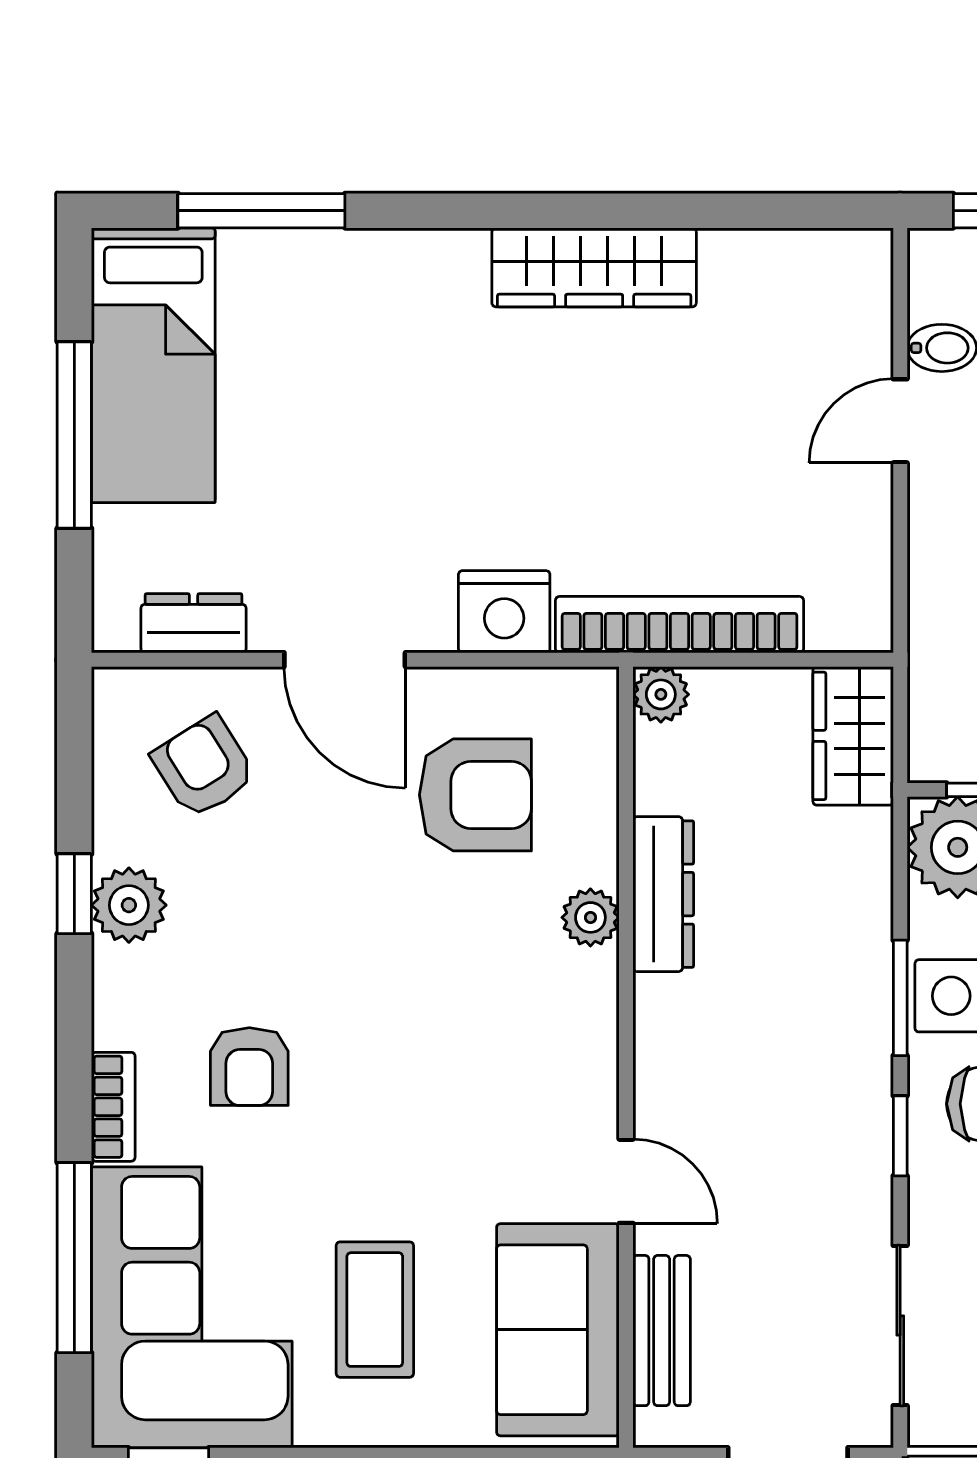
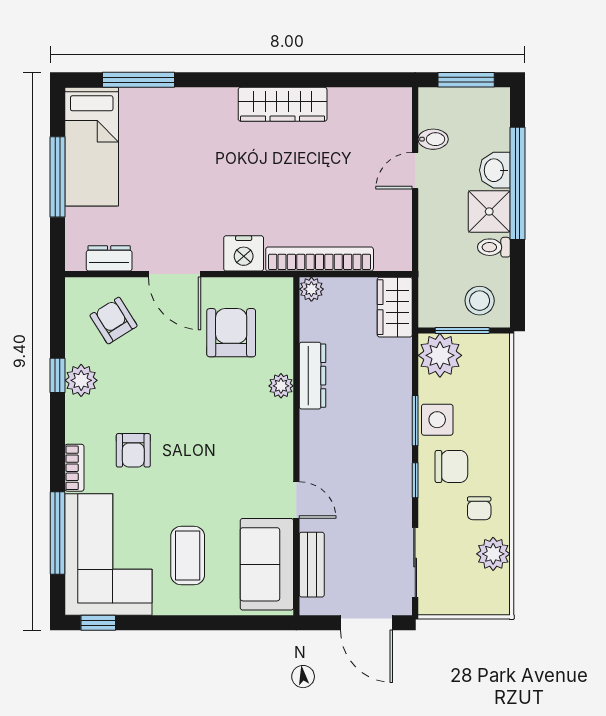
armchair: (475, 795) -> (231, 333), turned -90

